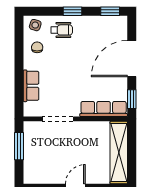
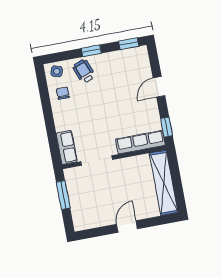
wheelchair: (62, 30) -> (84, 71), turned -110
door: (132, 59) -> (159, 87), width x0.53
row of seats: (31, 86) -> (67, 147), moved

